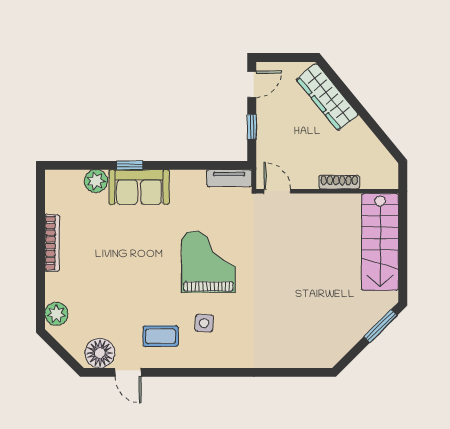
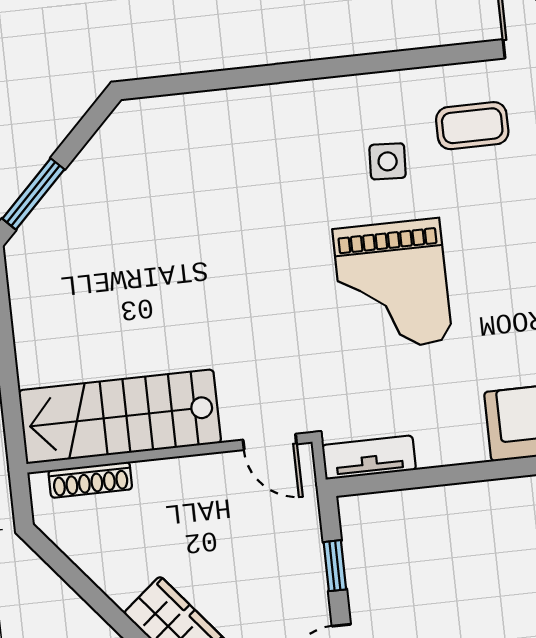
shoe rack: (339, 182) -> (90, 480), moved
stairs: (380, 242) -> (120, 417), moved, turned -90

